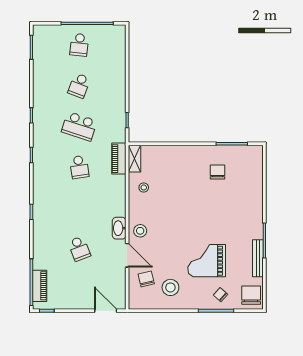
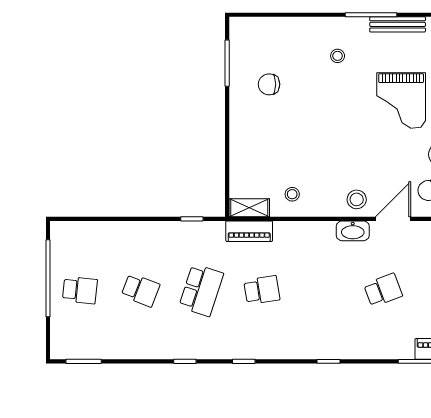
stool: (237, 218) -> (338, 56), added

